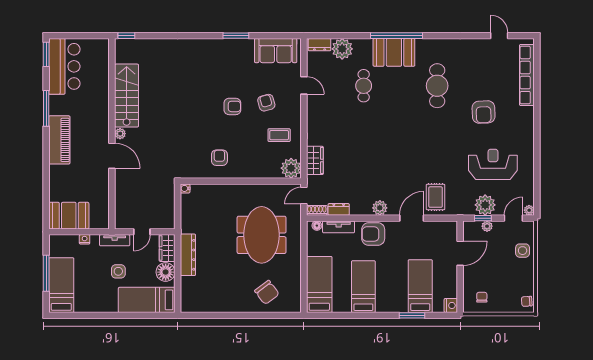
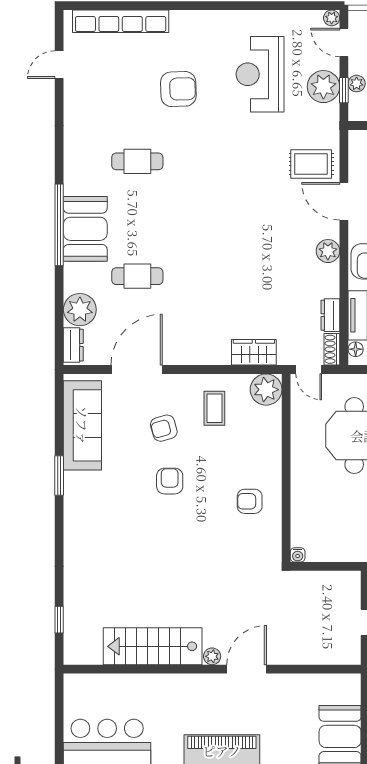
window: (126, 36) -> (59, 620), moved
sofa: (276, 51) -> (82, 425), width x1.36
door: (304, 85) -> (137, 369), width x1.88
cafe table: (437, 86) -> (137, 161), width x0.73, depth x0.74

